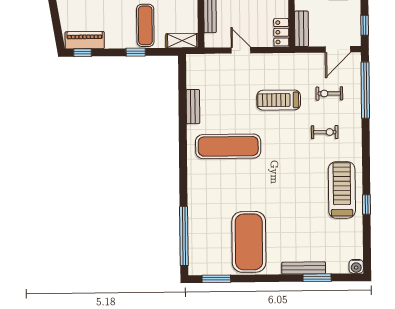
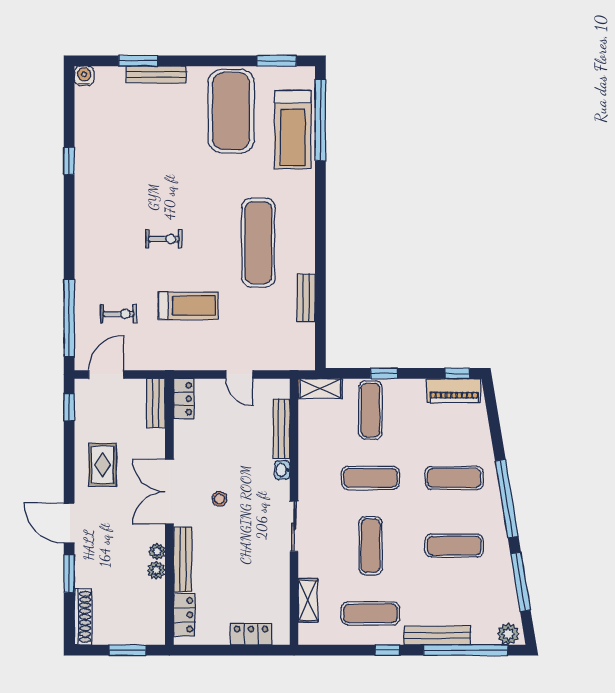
exercise bike: (325, 132) -> (164, 239), moved, turned 180
exercise mat: (228, 146) -> (258, 243), turned 90
treadmill: (342, 190) -> (293, 130), moved

